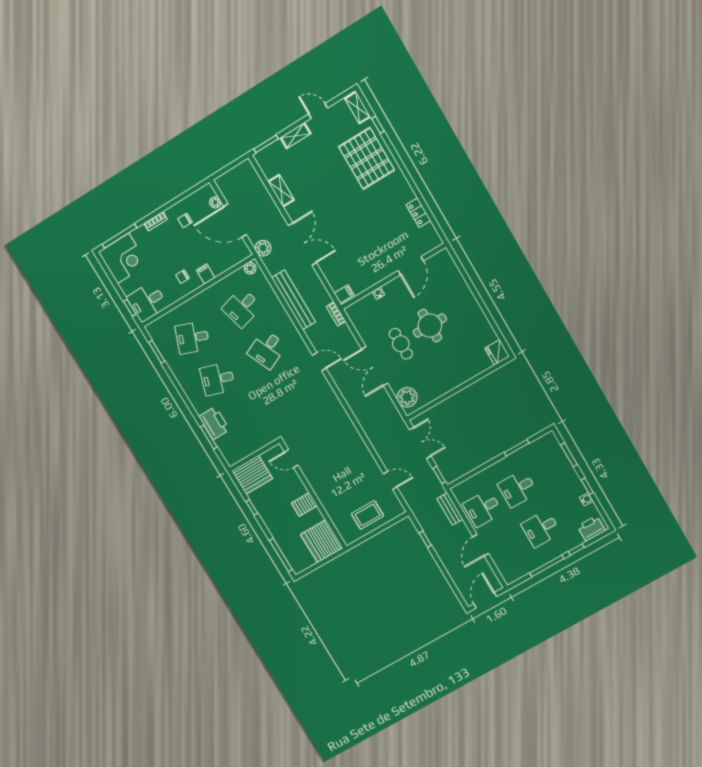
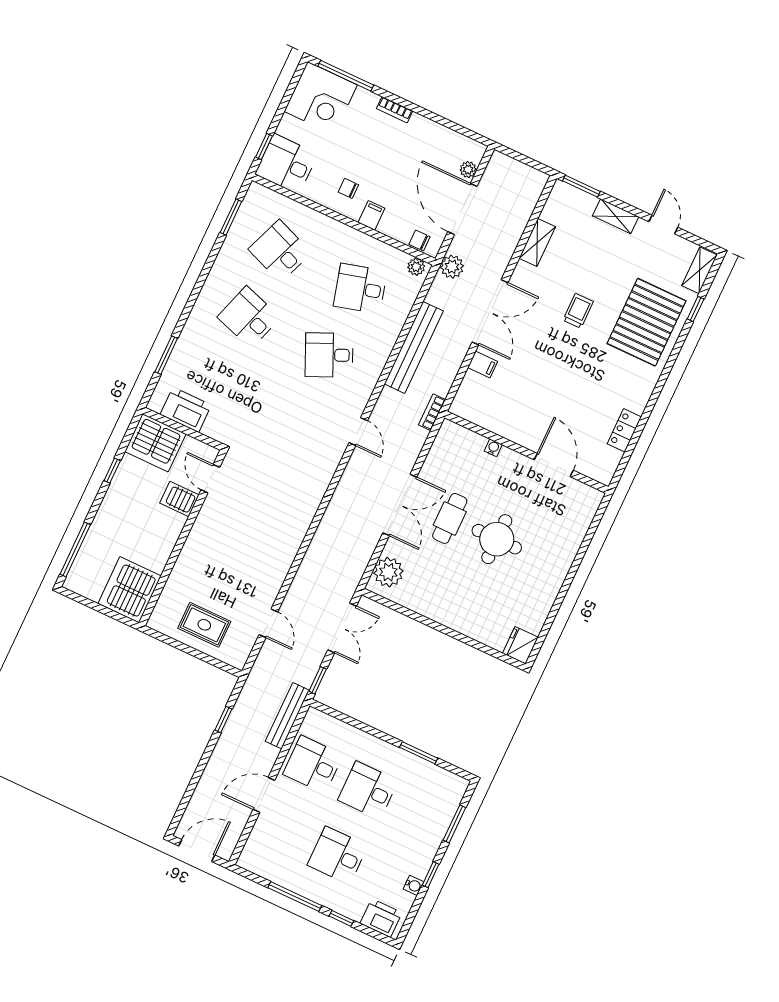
trolley: (334, 193) -> (578, 311), added
chair: (185, 221) -> (420, 240), moved
door: (411, 266) -> (554, 465), swing flipped
filing cabinet: (344, 294) -> (483, 364), moved
double door: (375, 366) -> (400, 505), swing flipped
printer: (214, 423) -> (186, 410), moved, turned -90
server rack: (304, 504) -> (179, 499), moved
bench: (450, 509) -> (287, 716), width x1.36

